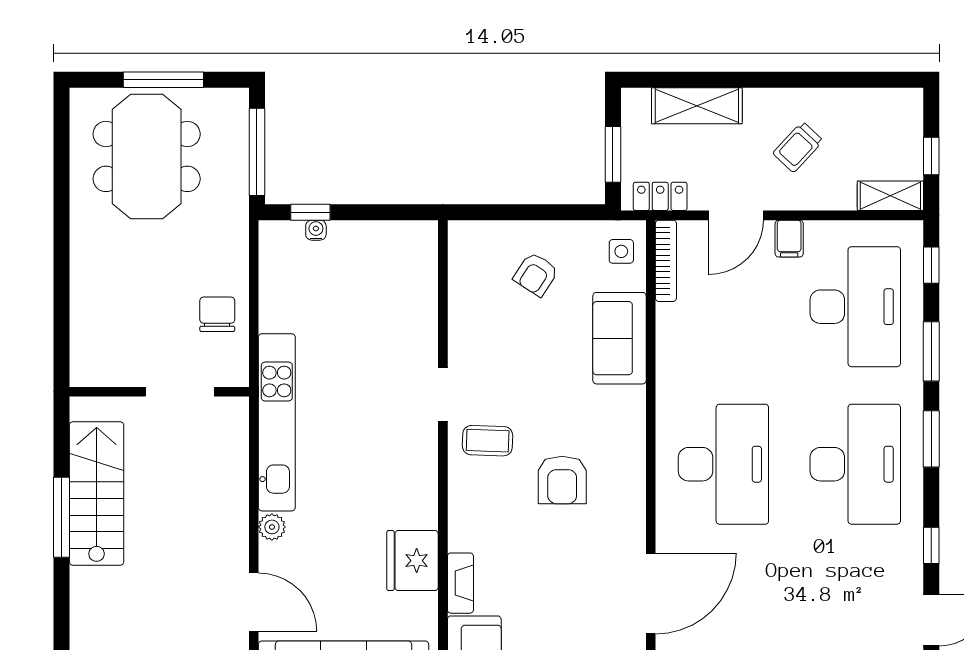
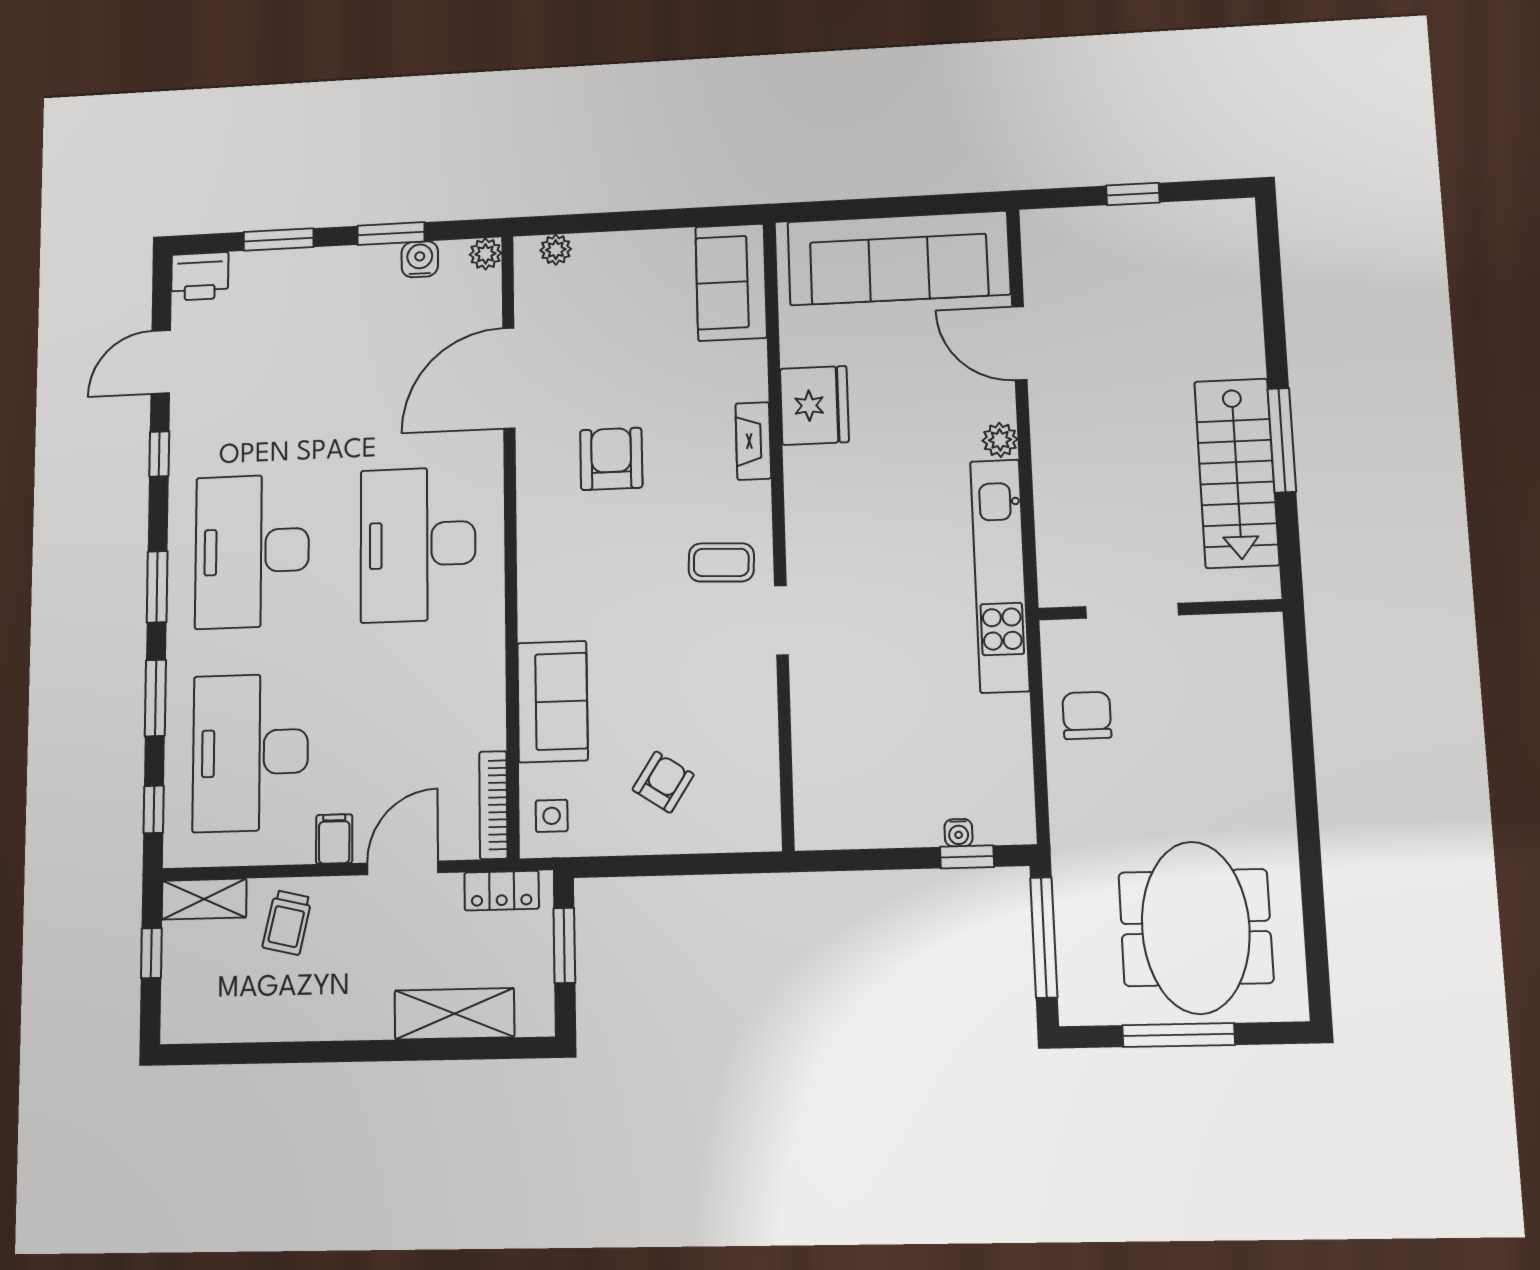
trolley: (798, 147) -> (287, 923), moved, turned 150
chair: (217, 314) -> (1087, 715), turned 180
armchair: (562, 480) -> (611, 459), moved
fireplace: (460, 583) -> (753, 441), moved

